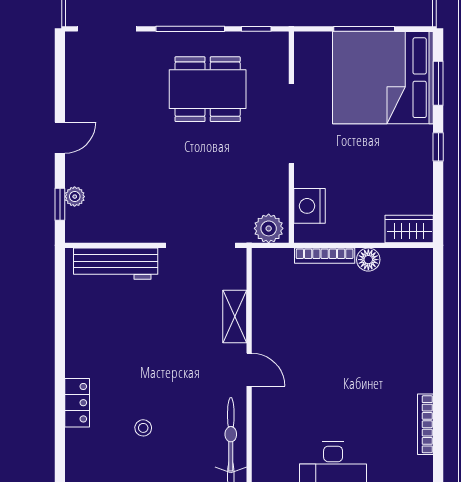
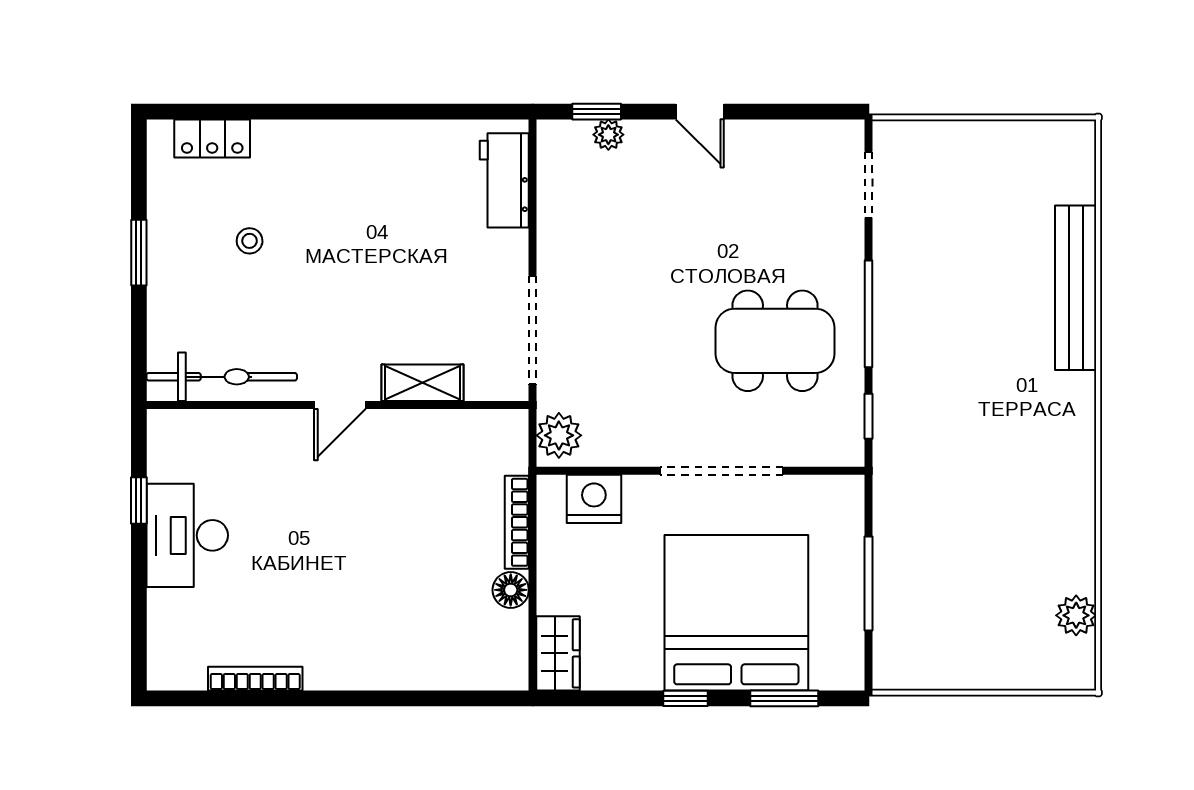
doorway: (107, 29) -> (868, 185), width x0.73
bed: (383, 78) -> (736, 613), moved
dining table: (208, 89) -> (775, 341), turned 90
workbench: (116, 264) -> (504, 180), width x0.73
locker: (77, 403) -> (212, 138), moved

